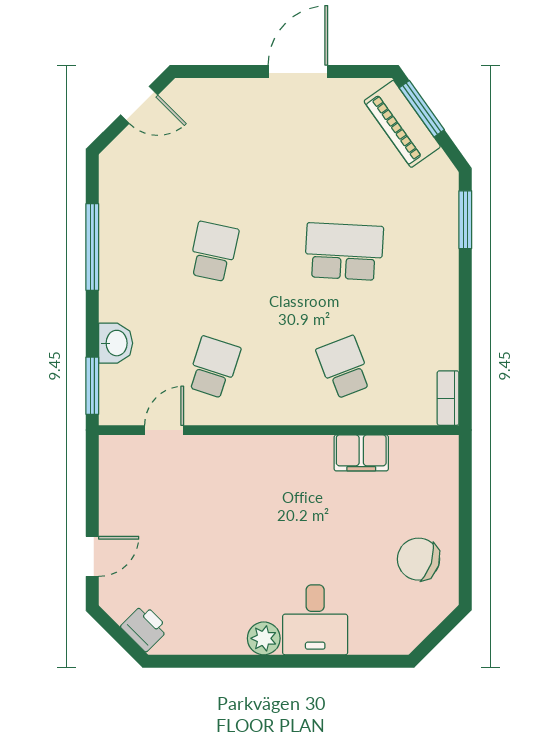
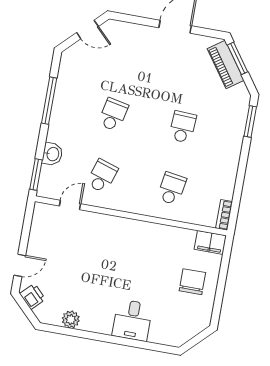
school desk: (344, 252) -> (183, 127), width x0.54
school desk: (344, 367) -> (172, 189), turned 30
filing cabinet: (361, 453) -> (210, 242), moved
chair: (419, 559) -> (192, 282), moved, turned 72
printer: (145, 628) -> (33, 296), moved
plant: (264, 638) -> (71, 319), moved

